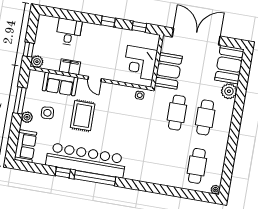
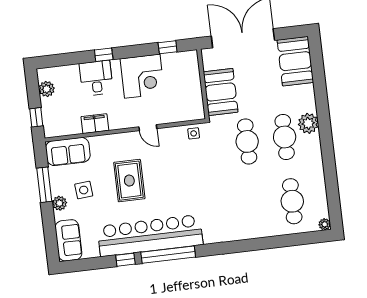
window: (108, 21) -> (104, 55), moved
desk: (69, 32) -> (96, 78), moved
plant: (37, 62) -> (47, 89), moved
corner desk: (140, 63) -> (142, 76), moved, turned -90
door: (95, 79) -> (148, 128), moved
sofa: (60, 84) -> (68, 152), moved
plant: (229, 91) -> (308, 123), moved

